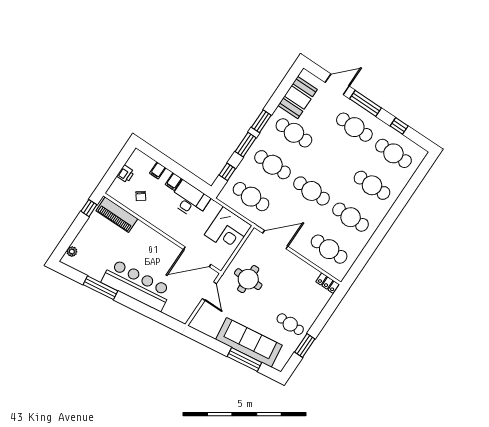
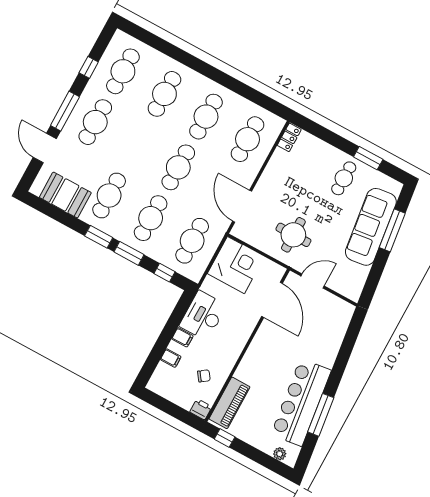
printer: (126, 174) -> (201, 409), moved
bar counter: (137, 285) -> (301, 402), moved

